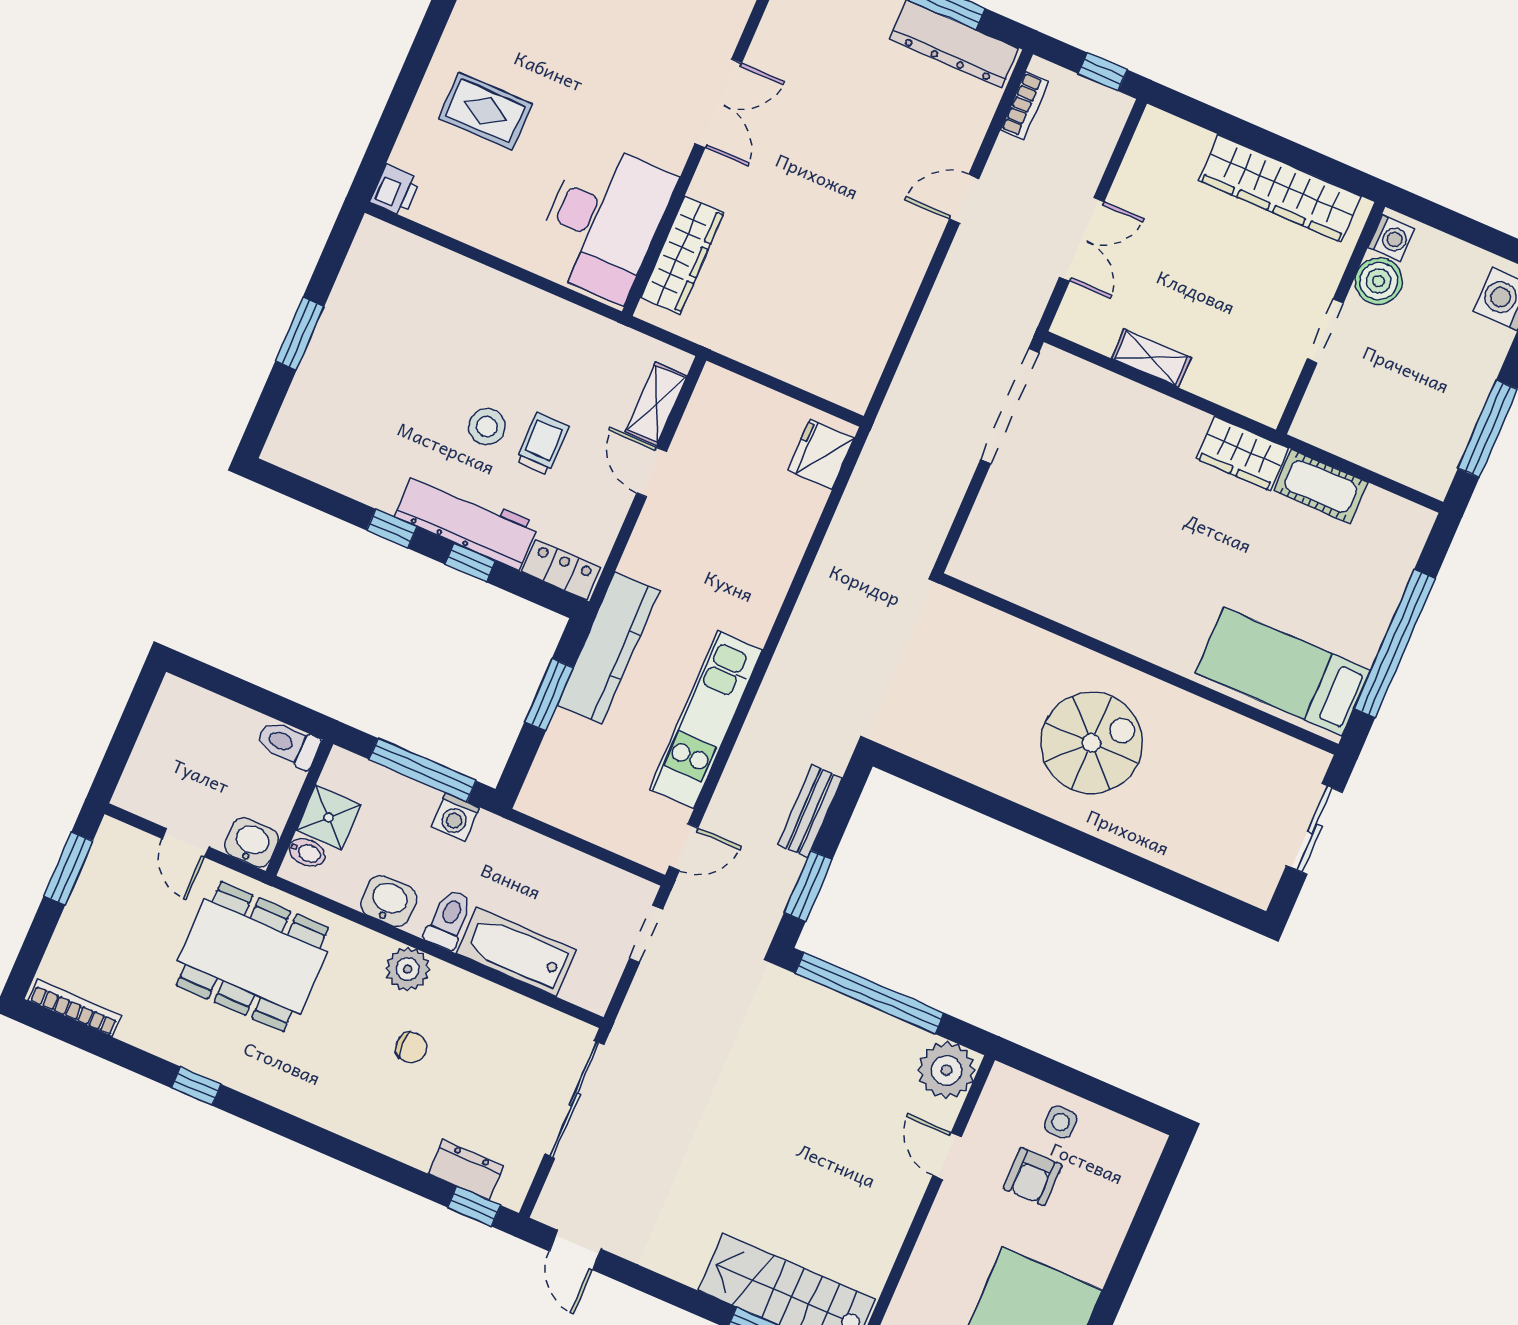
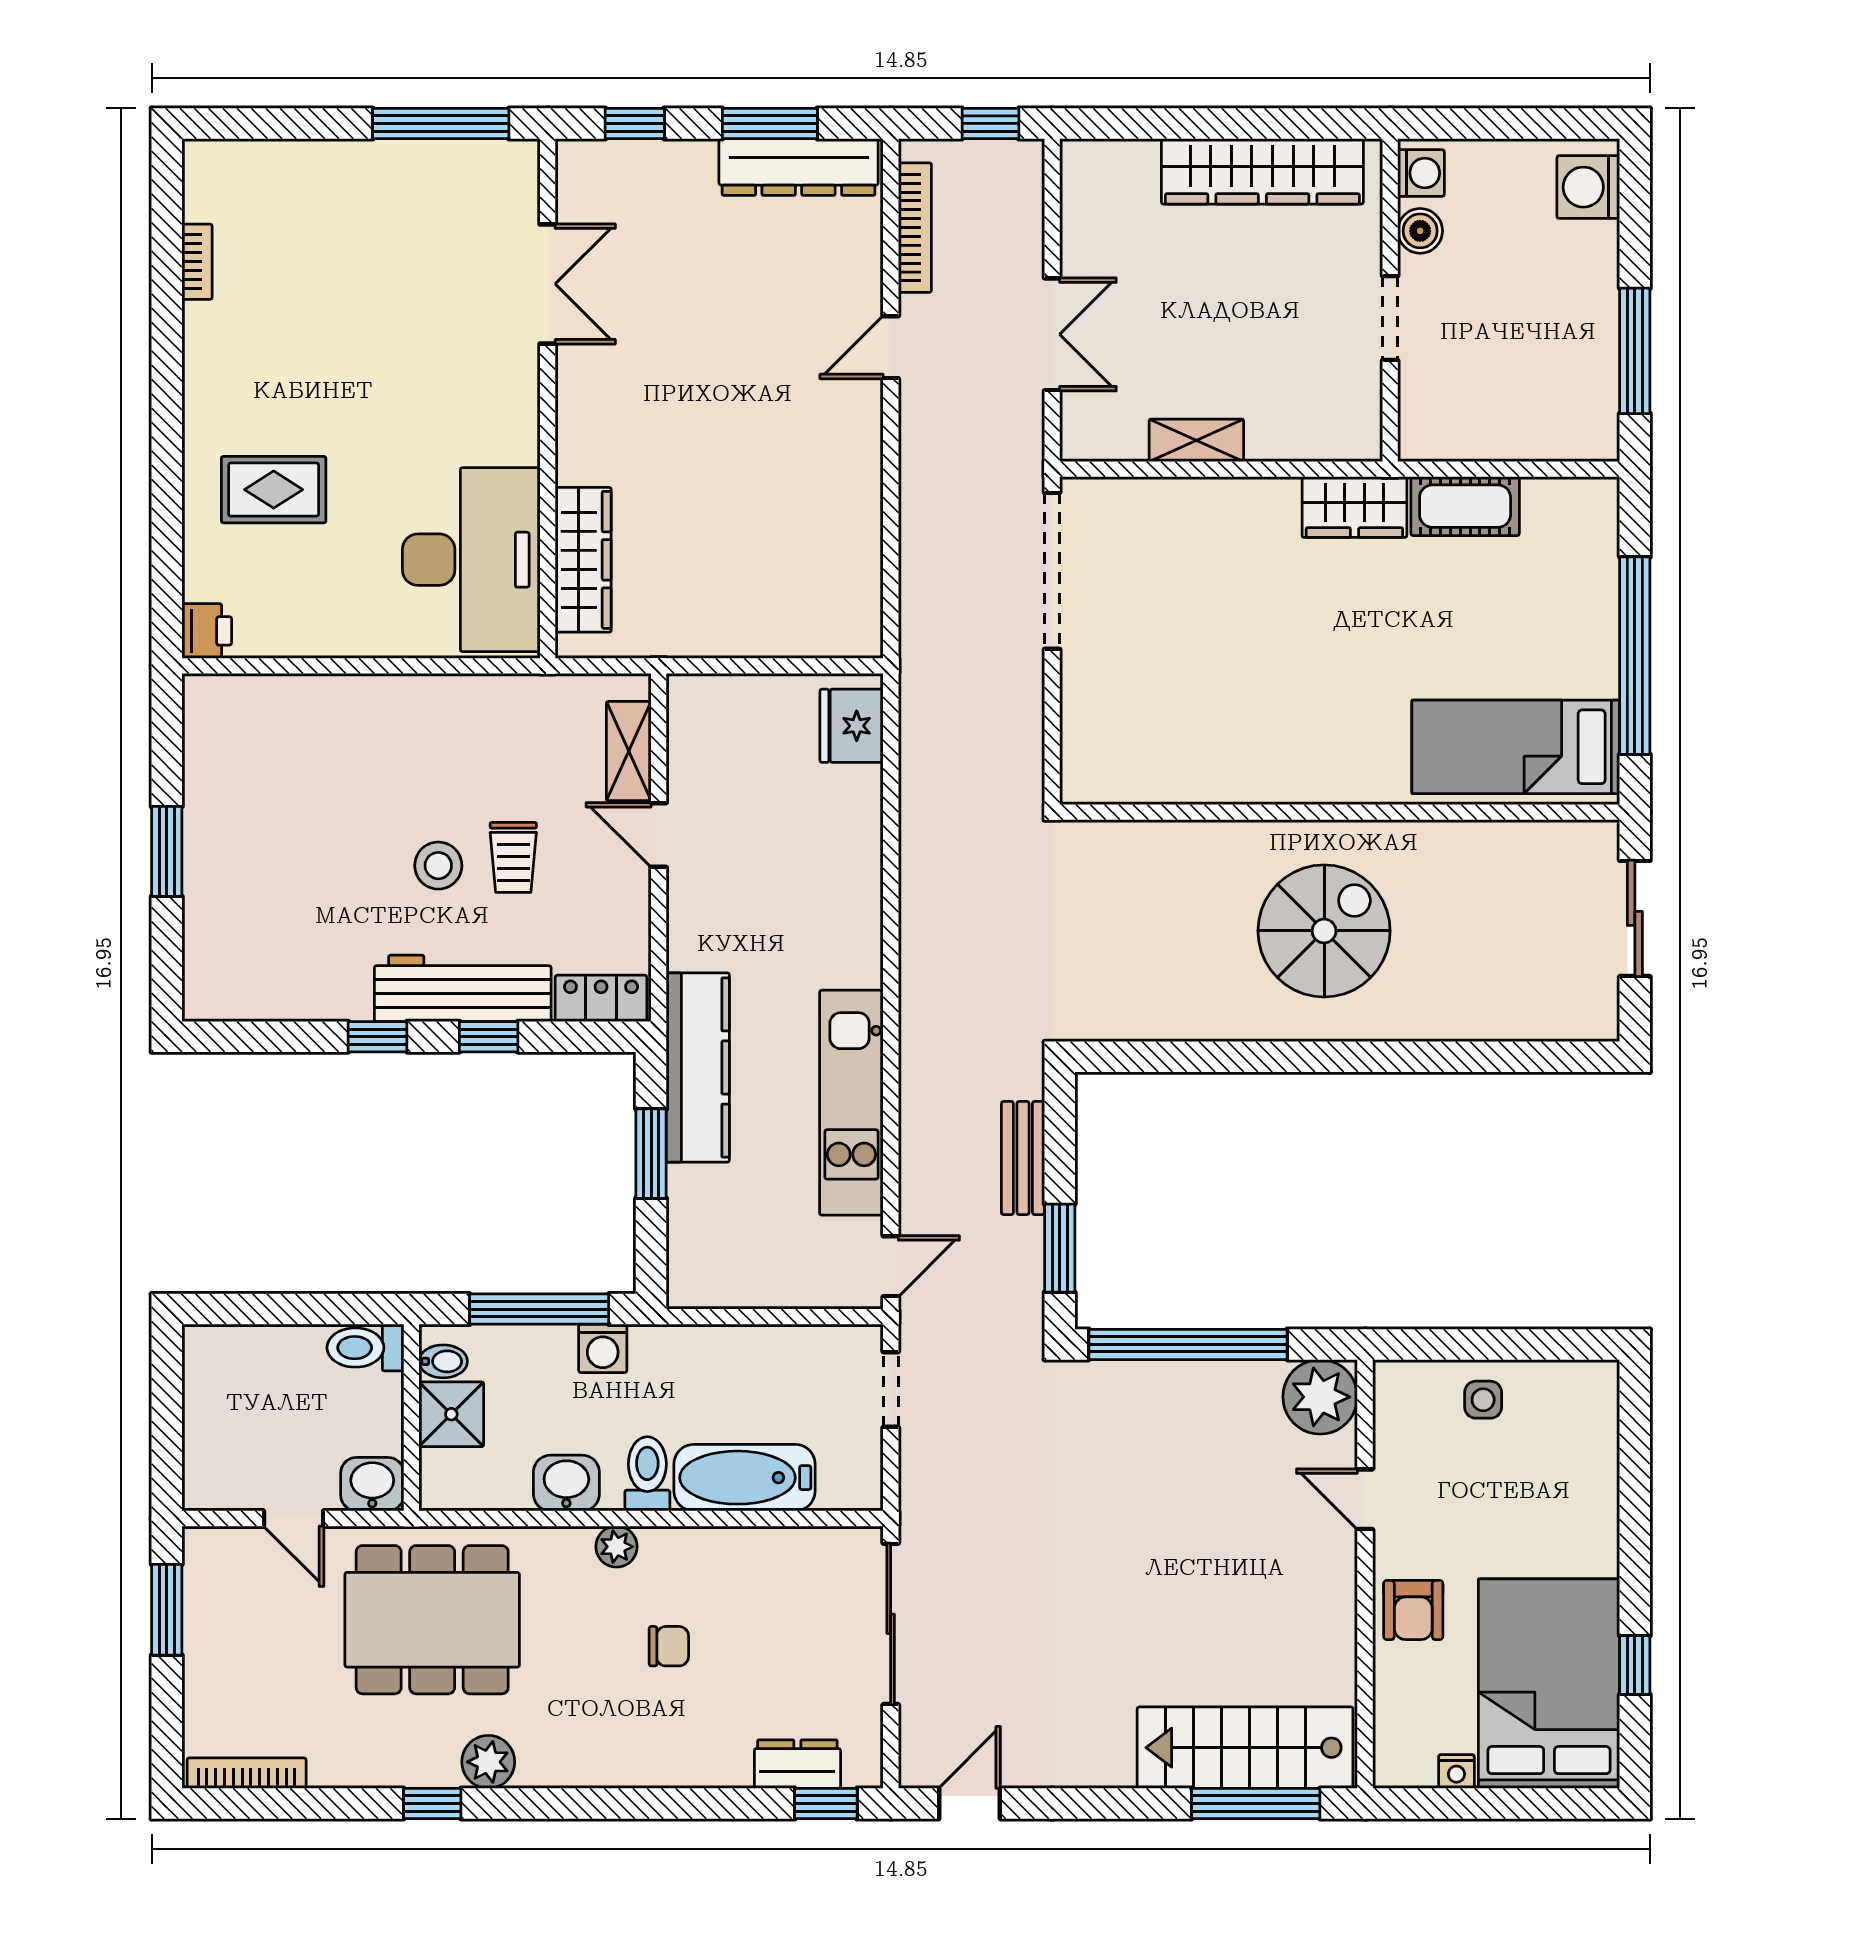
double door: (718, 103) -> (548, 284), moved
bookcase: (1025, 106) -> (915, 228), width x1.56
boiler: (1379, 281) -> (1420, 231), width x0.73, depth x0.73
trolley: (542, 444) -> (513, 857), turned 180
bidet: (307, 852) -> (443, 1361), moved
plant: (408, 969) -> (616, 1547), width x0.73, depth x0.73
plant: (249, 1074) -> (488, 1762), added
armchair: (1033, 1177) -> (1413, 1610), moved
door: (575, 1250) -> (969, 1803), swing flipped

